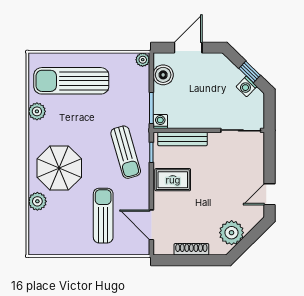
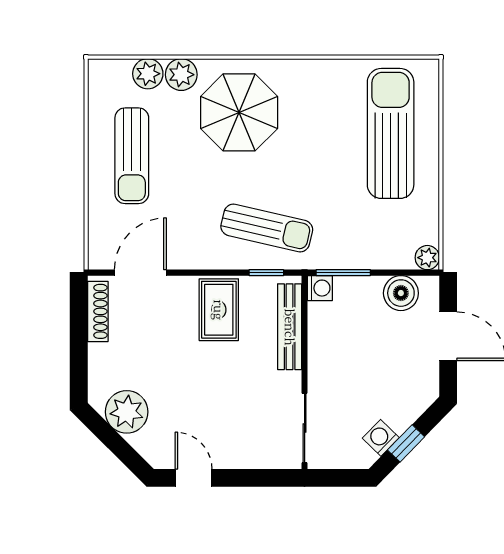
plant: (37, 111) -> (148, 74), moved
sun lounger: (126, 152) -> (267, 228), turned -151
sun lounger: (103, 216) -> (132, 156), moved, turned 90
shoe rack: (191, 249) -> (98, 311), moved

